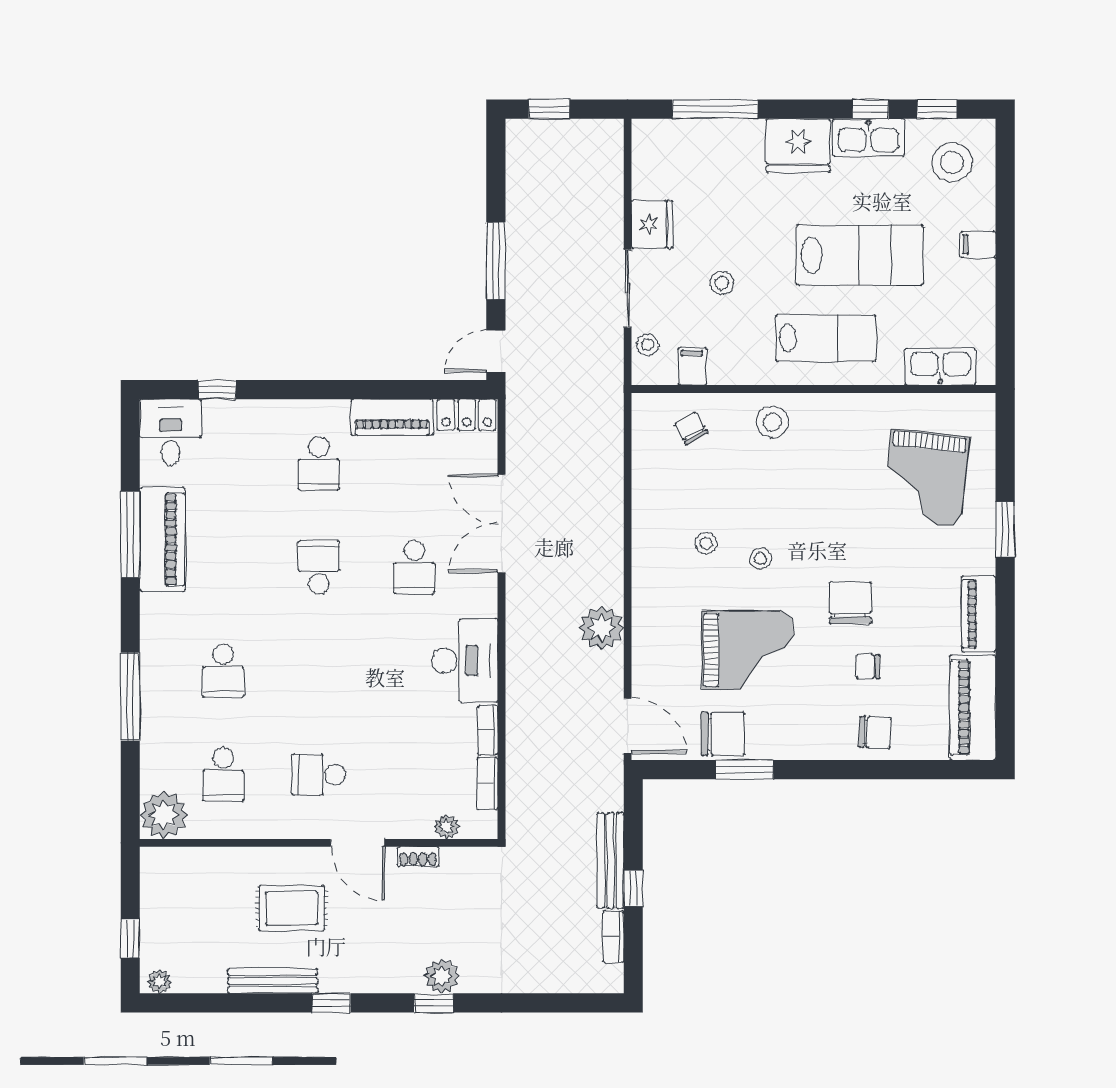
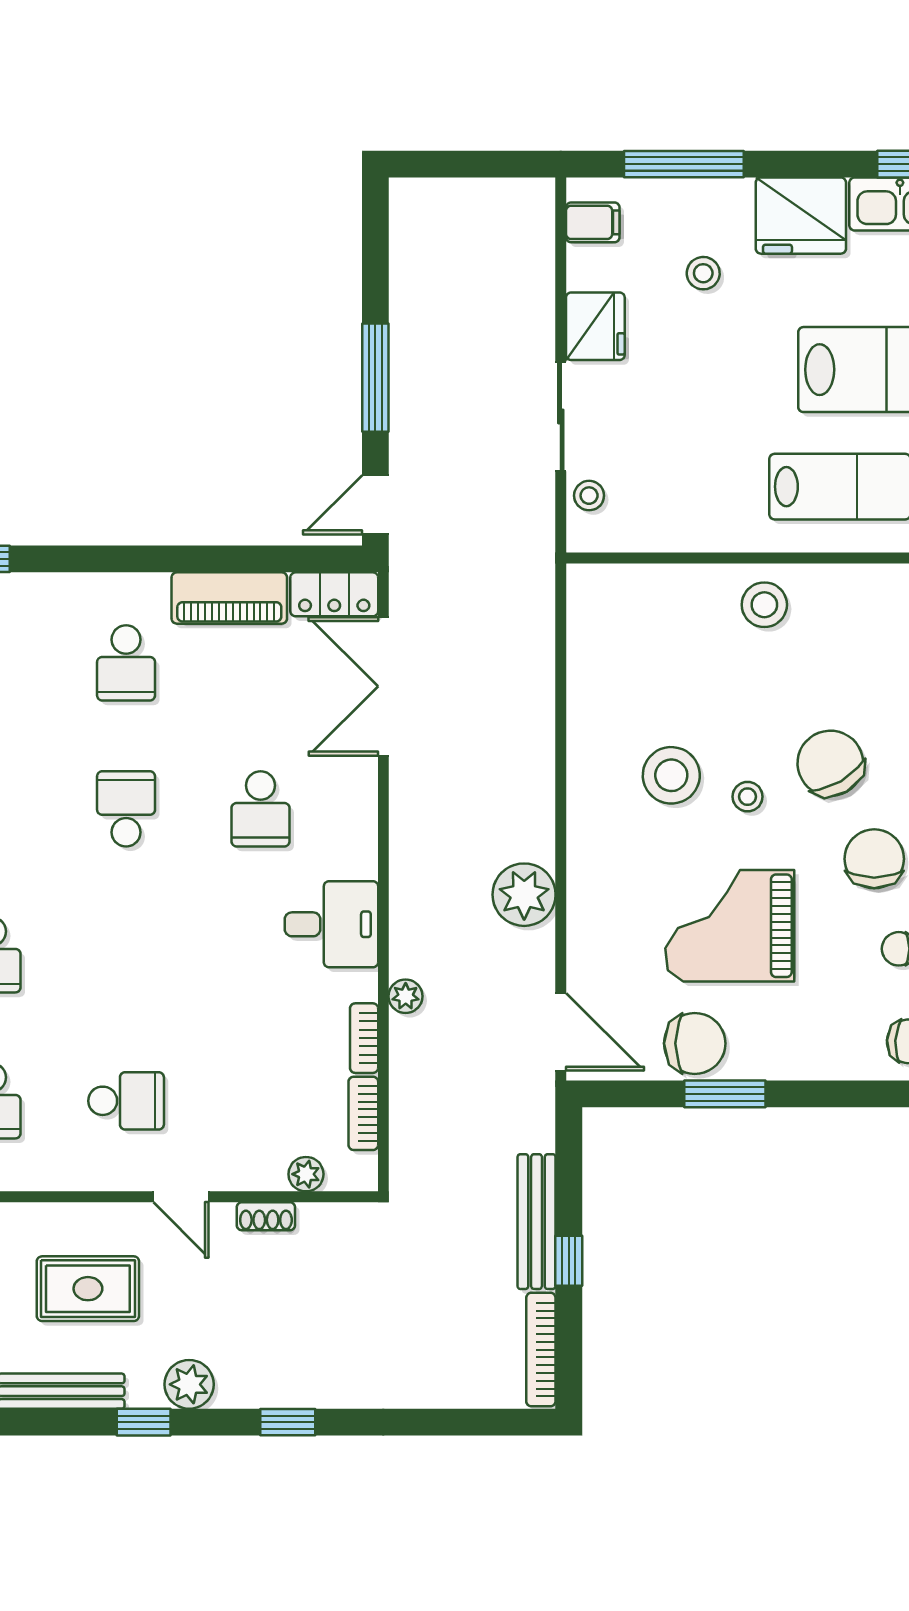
window: (549, 109) -> (450, 164), removed
stool: (722, 283) -> (703, 273), moved
filing cabinet: (692, 366) -> (593, 222), moved, turned 90
chair: (691, 428) -> (830, 763), moved, width x1.87, depth x1.87
double door: (502, 524) -> (383, 686), moved
stool: (706, 543) -> (671, 775), width x1.89, depth x1.89
grand piano: (748, 650) -> (730, 926), turned 180
desk: (465, 661) -> (331, 924), width x0.73
plant: (517, 700) -> (406, 996), added
school desk: (319, 775) -> (126, 1101), turned 180
door: (358, 843) -> (181, 1197), width x0.73
bookcase: (613, 937) -> (541, 1350), width x1.56
plant: (442, 976) -> (189, 1384), moved

